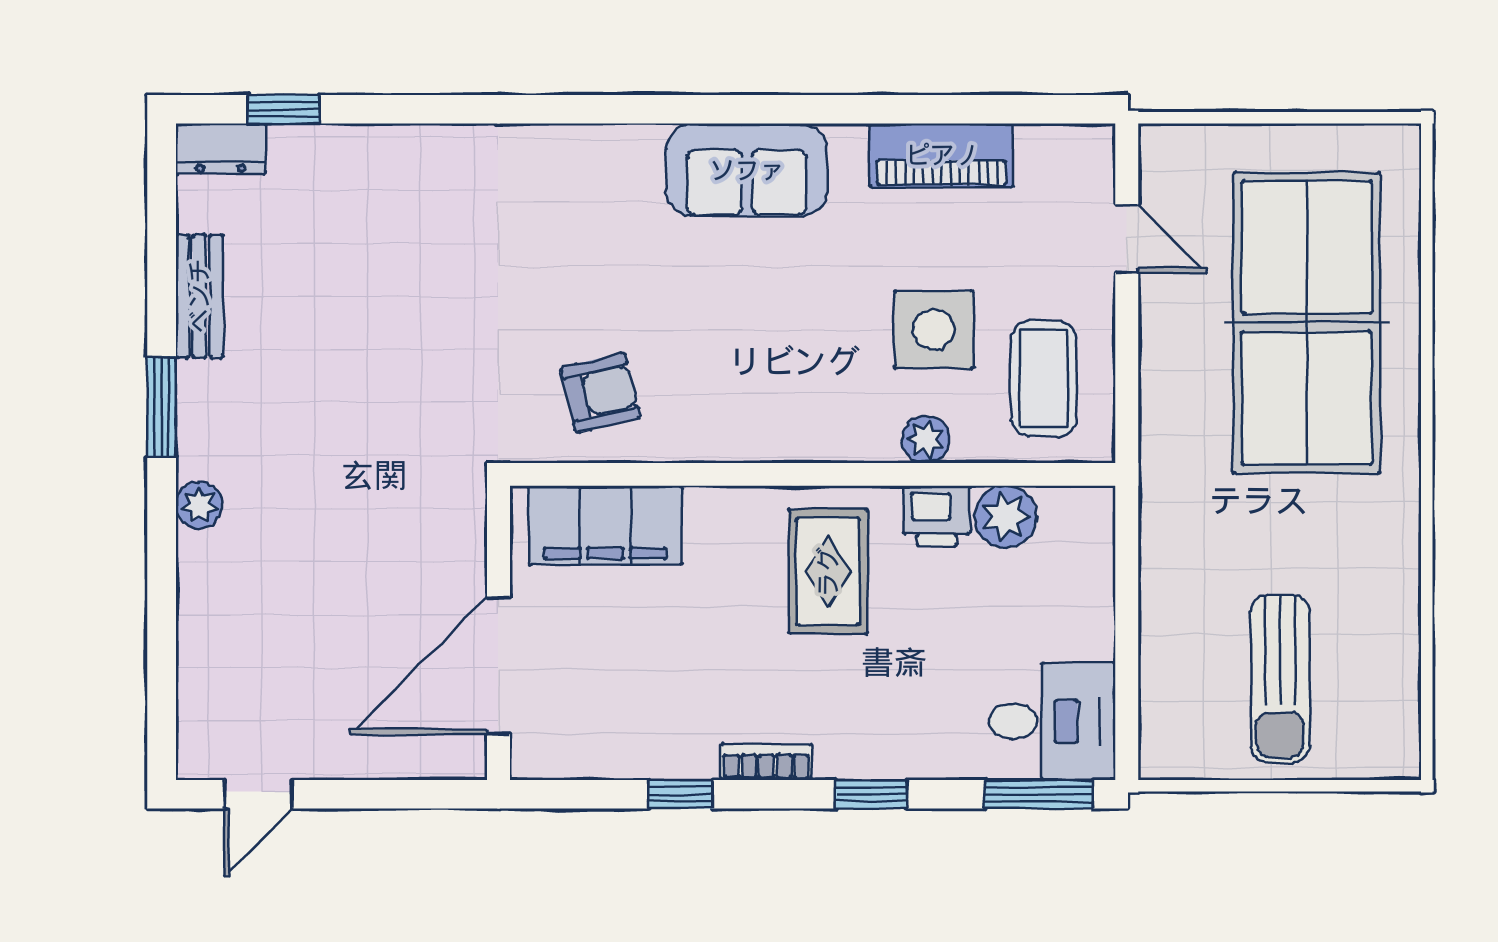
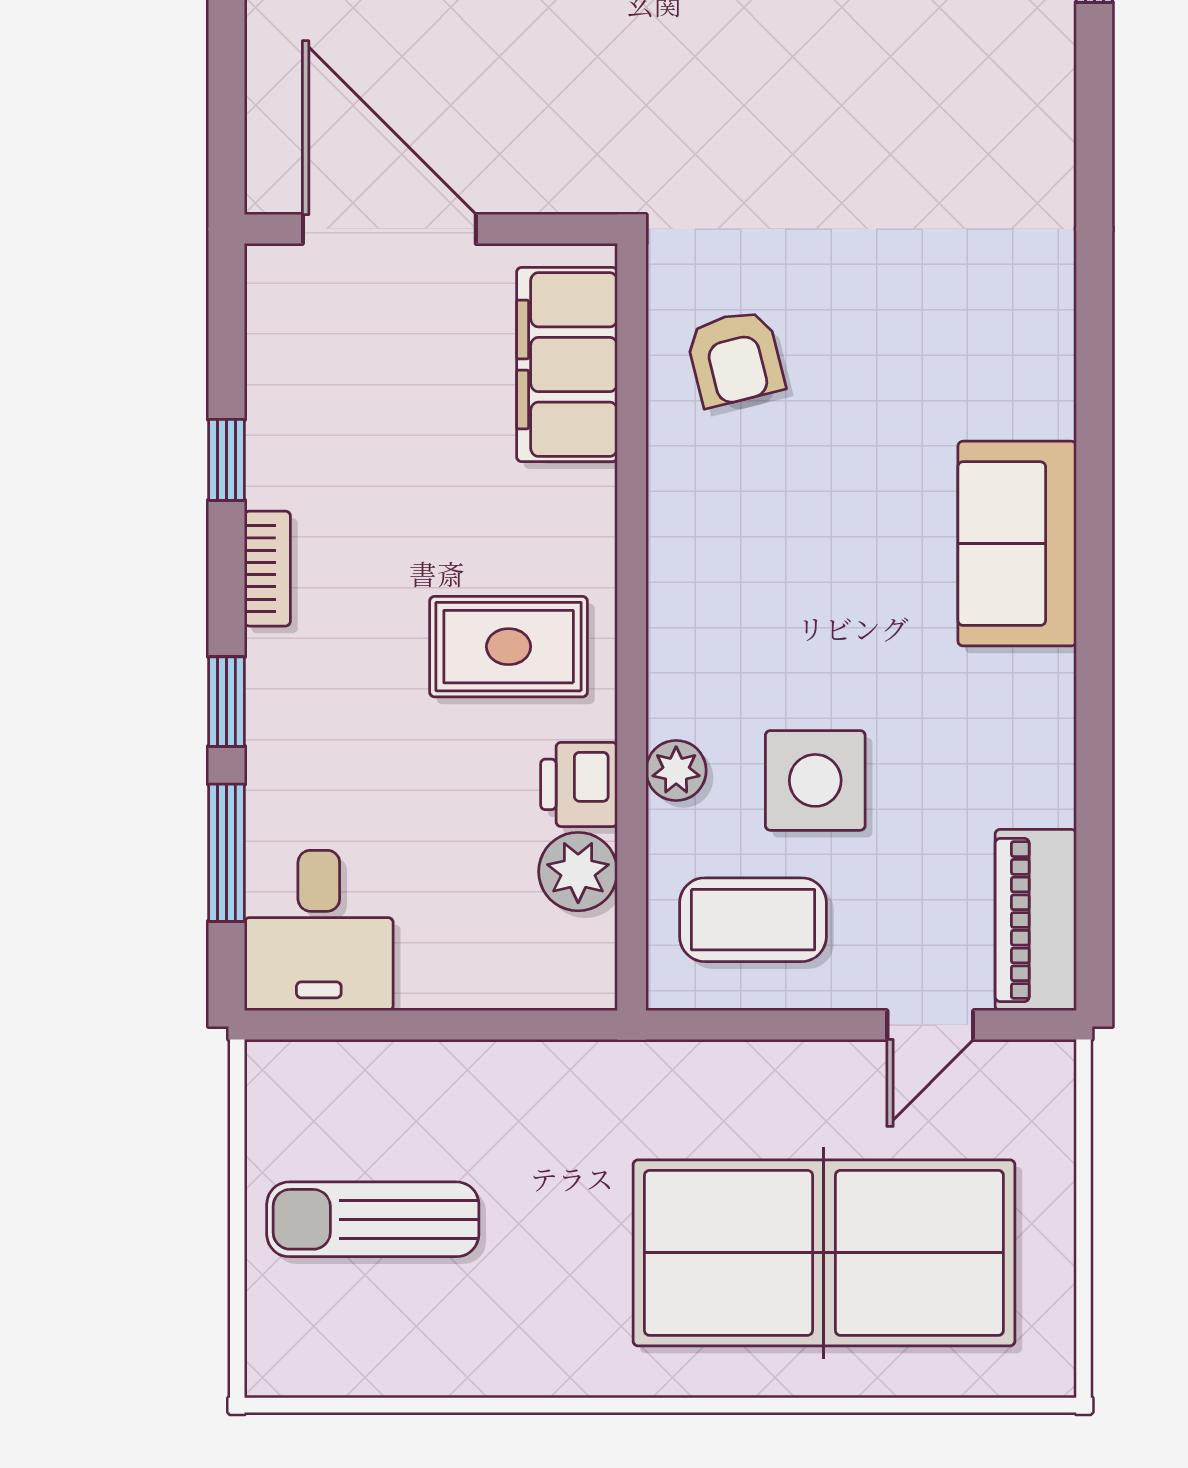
piano: (942, 155) -> (1036, 920), moved
window: (1038, 794) -> (226, 853), moved

